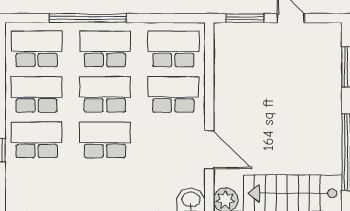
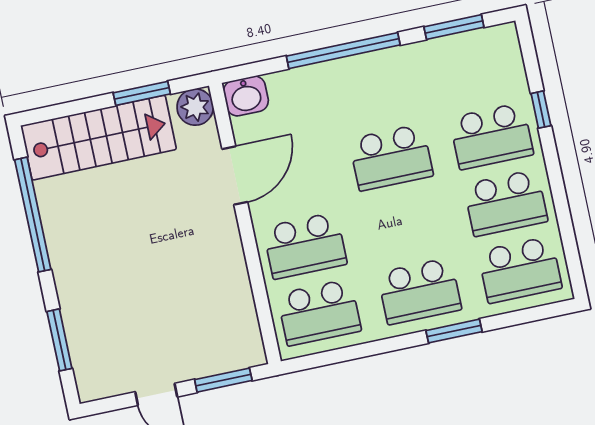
window: (88, 18) -> (454, 331), width x0.47
school desk: (105, 94) -> (405, 224), removed
door: (209, 150) -> (235, 176), swing flipped

